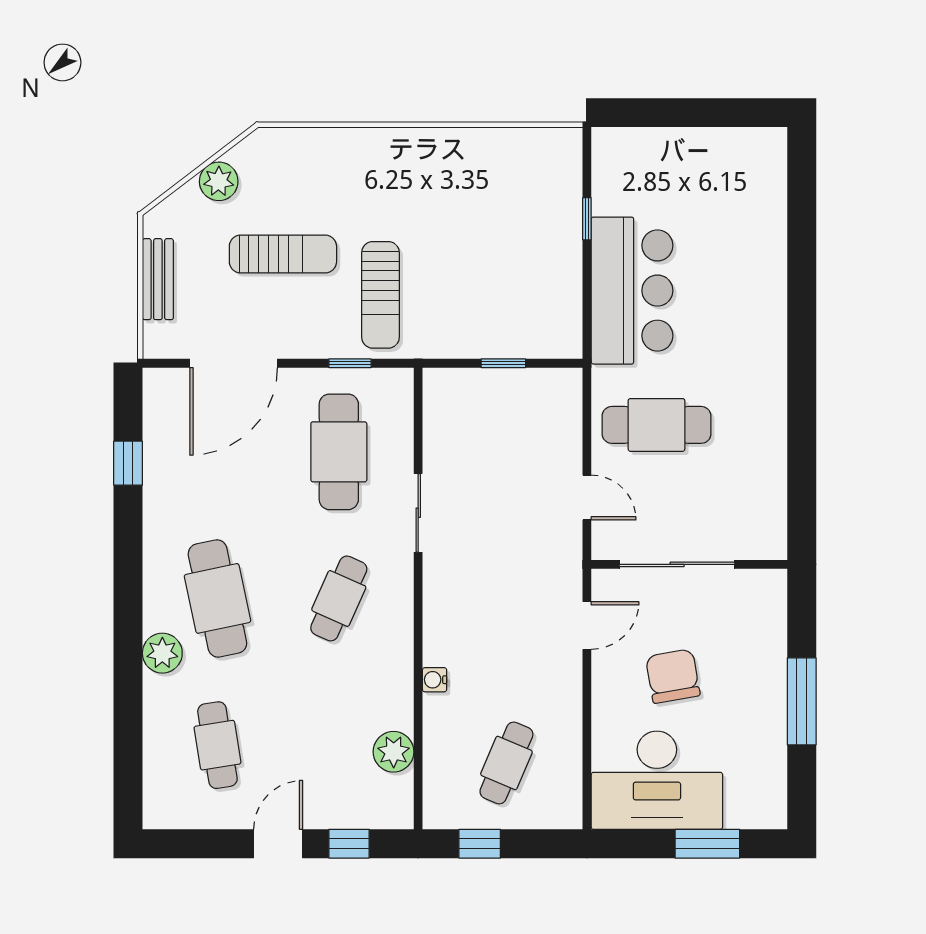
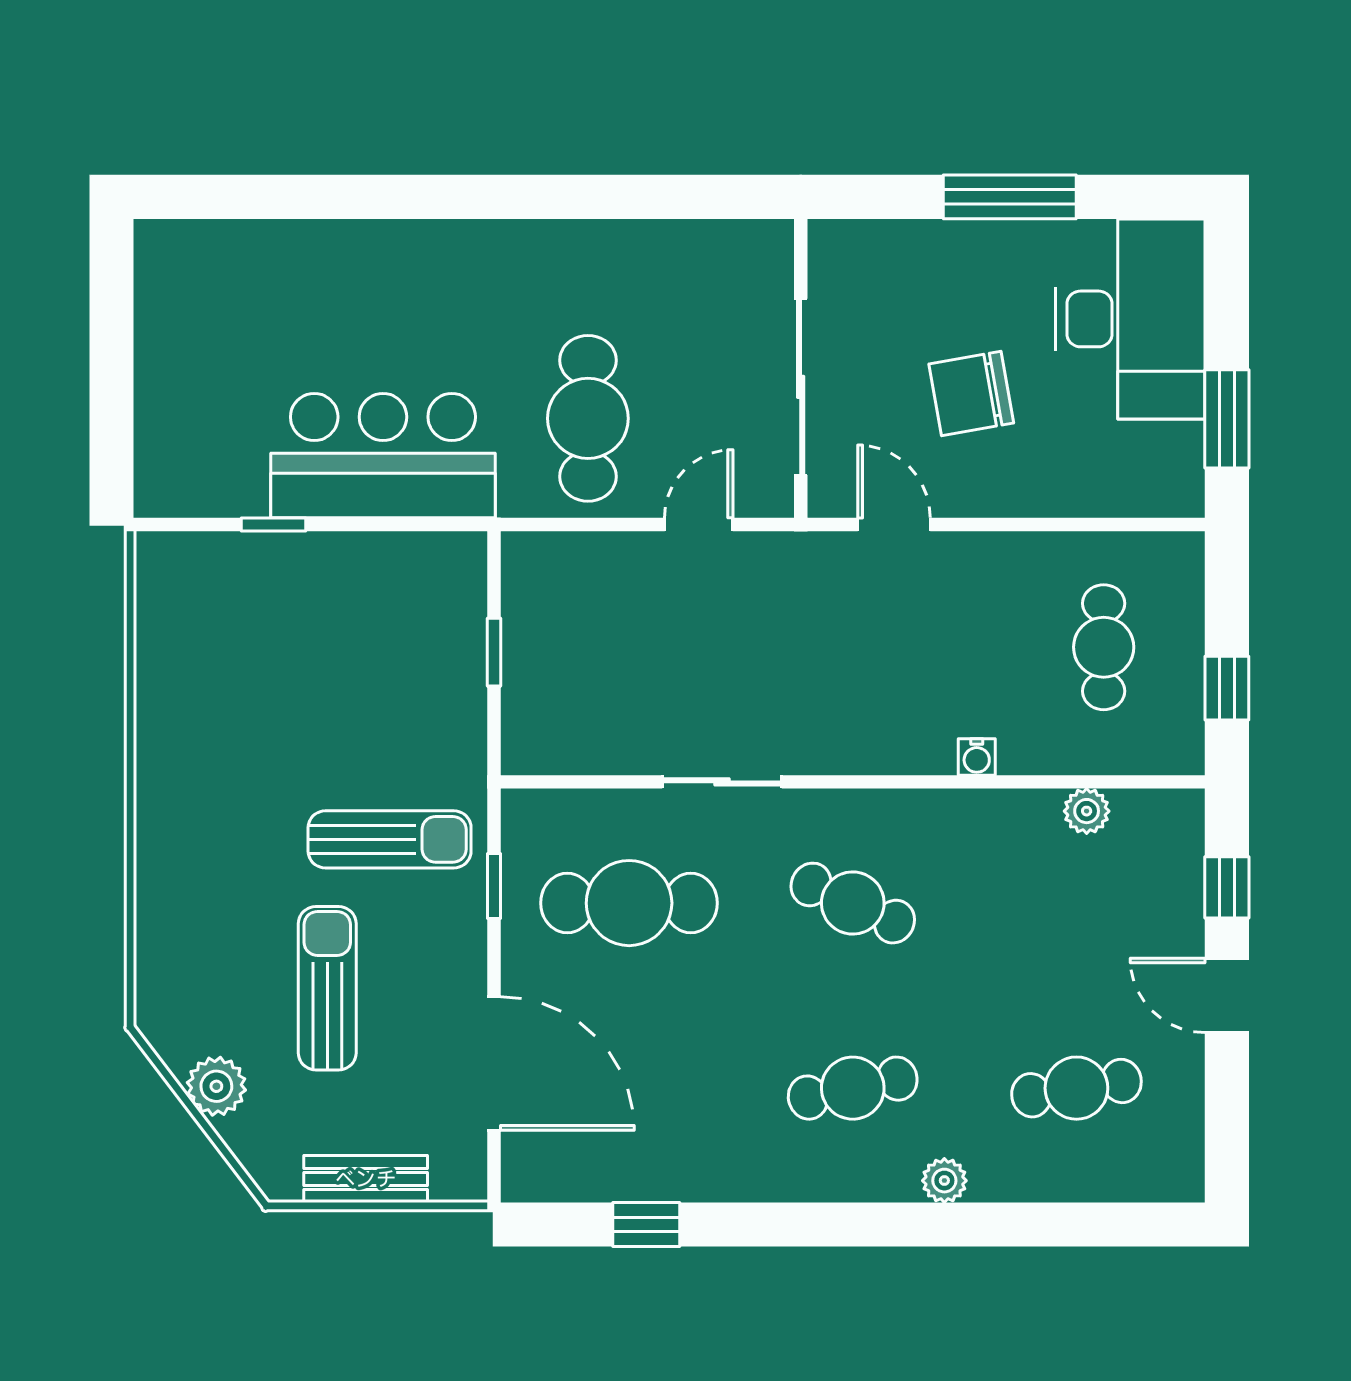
cafe table: (217, 598) -> (853, 1088), width x0.73, depth x0.74
plant: (162, 653) -> (944, 1181), width x0.73, depth x0.73
plant: (394, 752) -> (1087, 811), width x0.73, depth x0.73
cafe table: (506, 763) -> (1104, 647), turned 67
desk: (657, 780) -> (1130, 319), moved
window: (707, 844) -> (1227, 419), moved

